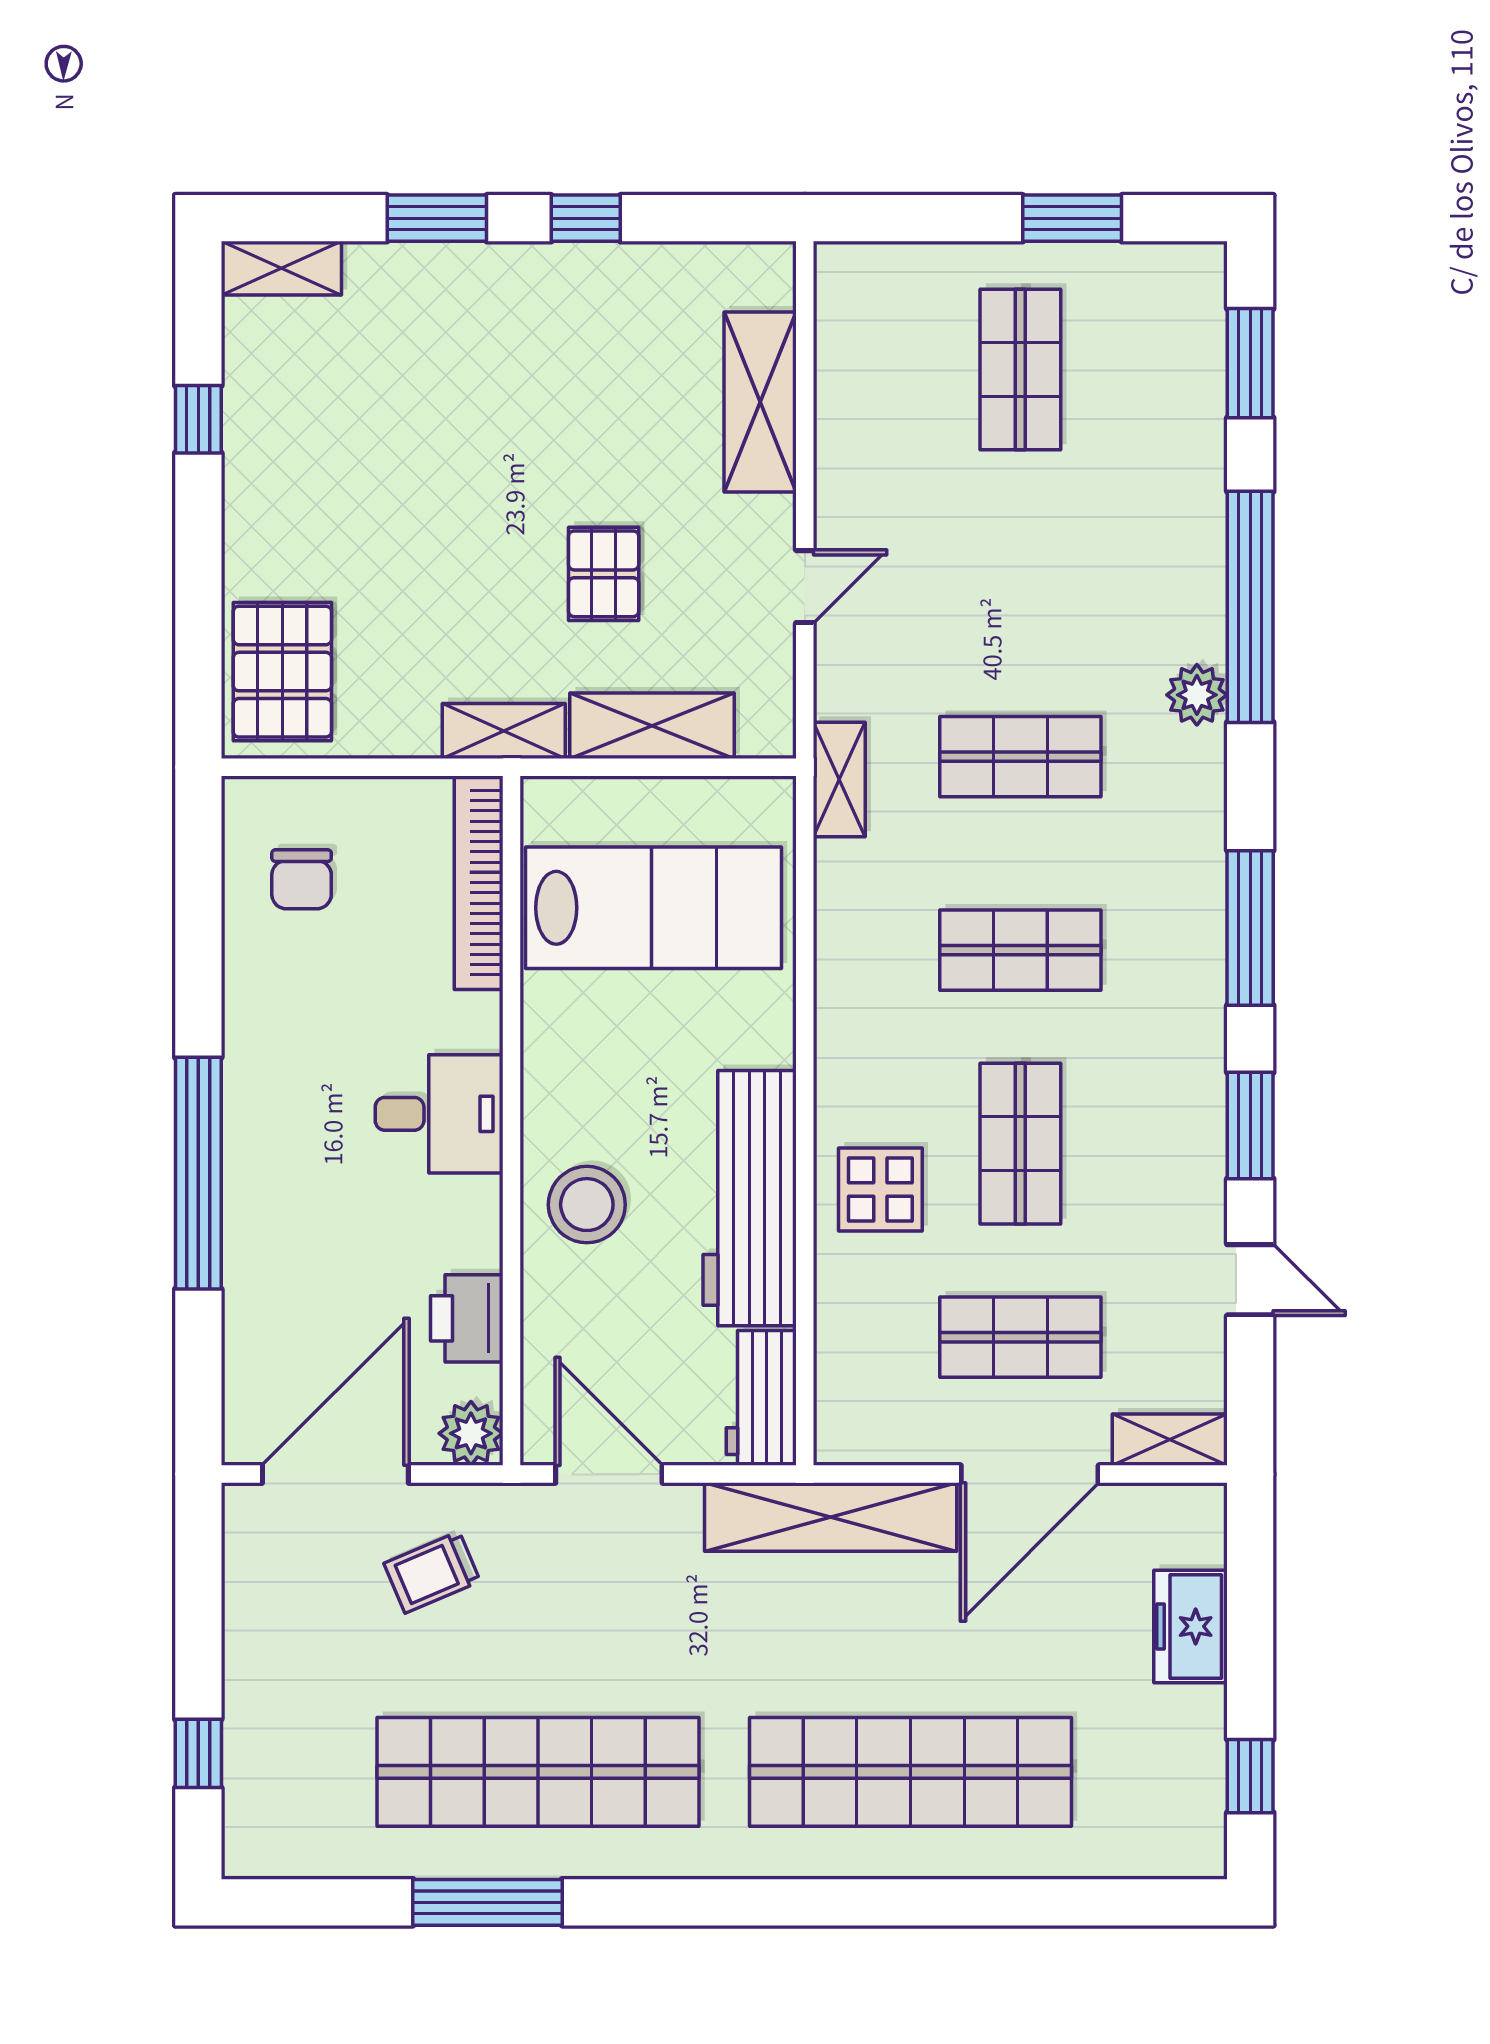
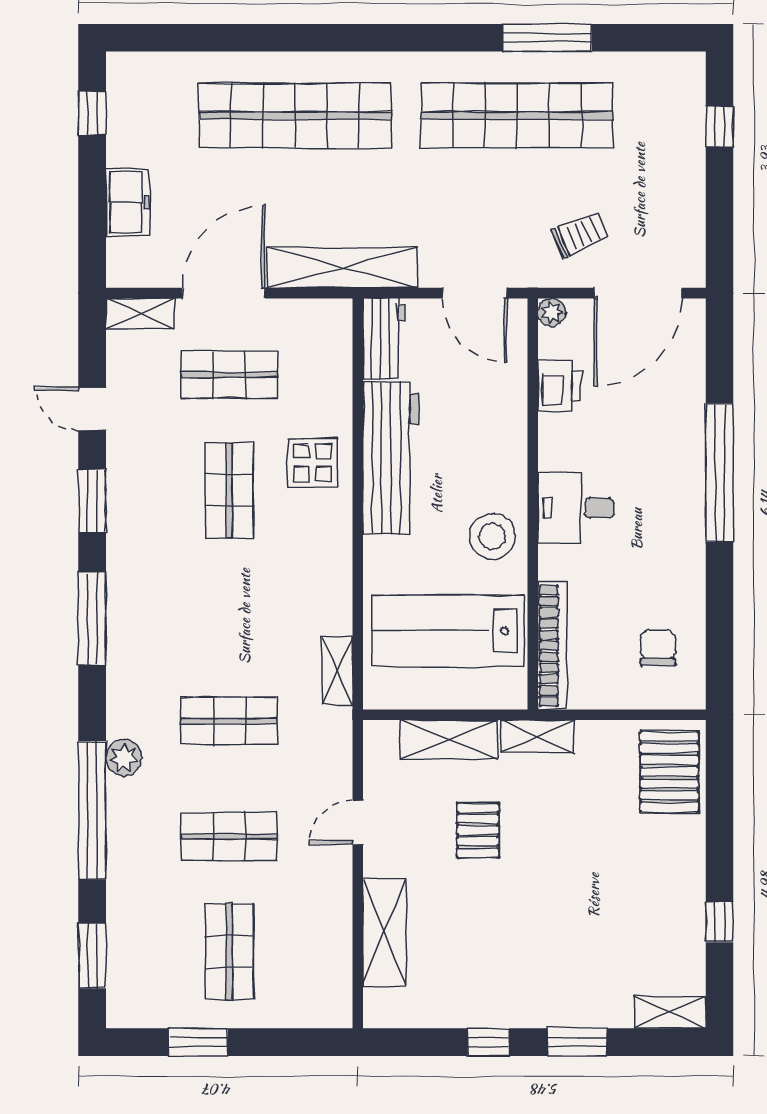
shelving: (839, 779) -> (337, 671), moved
shop shelf: (1020, 950) -> (229, 836), moved
stool: (587, 1205) -> (492, 536), moved
plant: (471, 1433) -> (552, 312), width x0.73, depth x0.73

